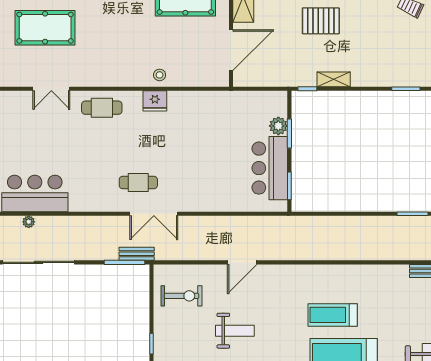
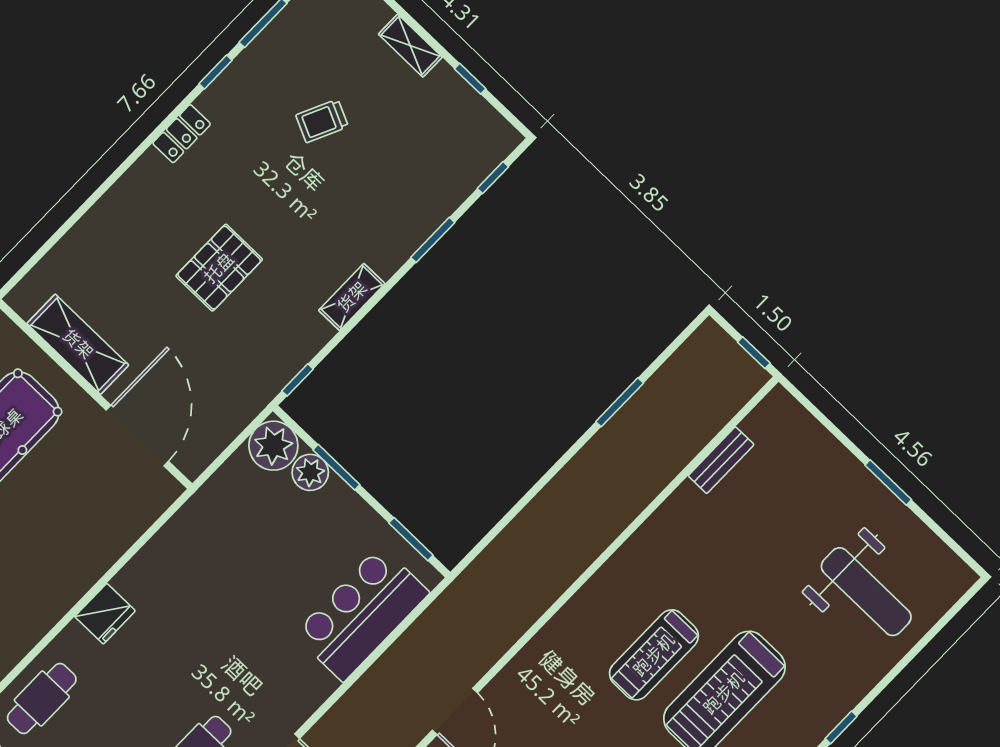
stool: (160, 75) -> (74, 571), removed
shelving: (334, 79) -> (352, 297), moved
plant: (275, 103) -> (273, 446), added
bar counter: (270, 168) -> (362, 614), moved, turned 90

